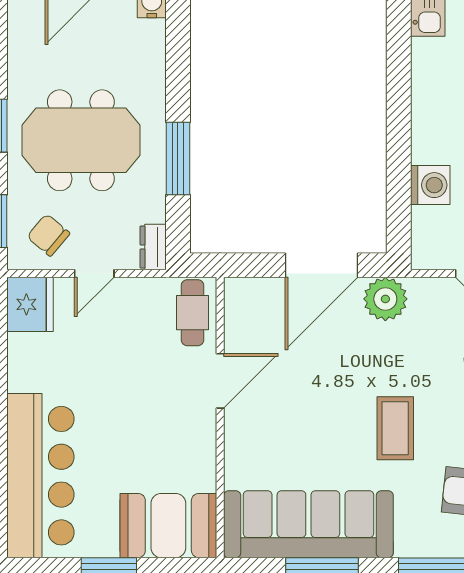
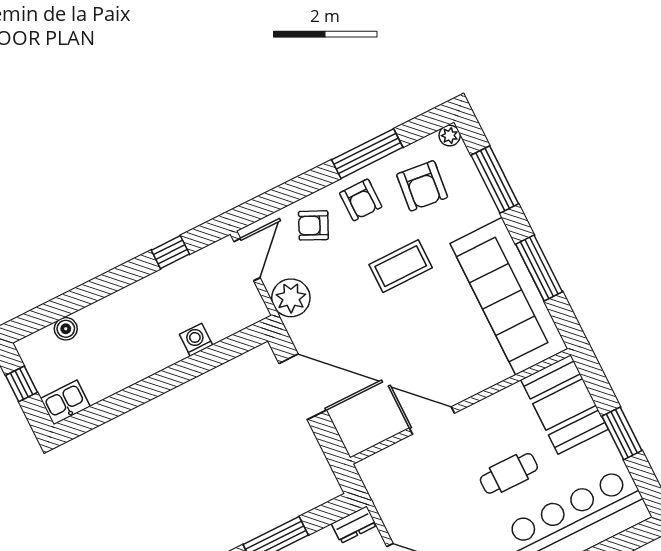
washing machine: (430, 185) -> (196, 340), width x0.73, depth x0.73
plant: (385, 299) -> (291, 298), moved
cafe table: (192, 313) -> (509, 473), moved

